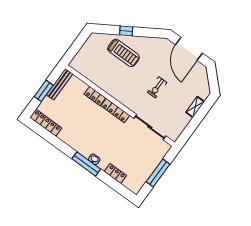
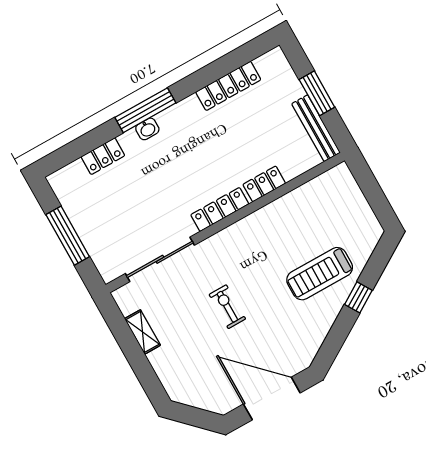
shelving: (195, 107) -> (142, 332), moved
locker: (46, 123) -> (228, 86), moved

